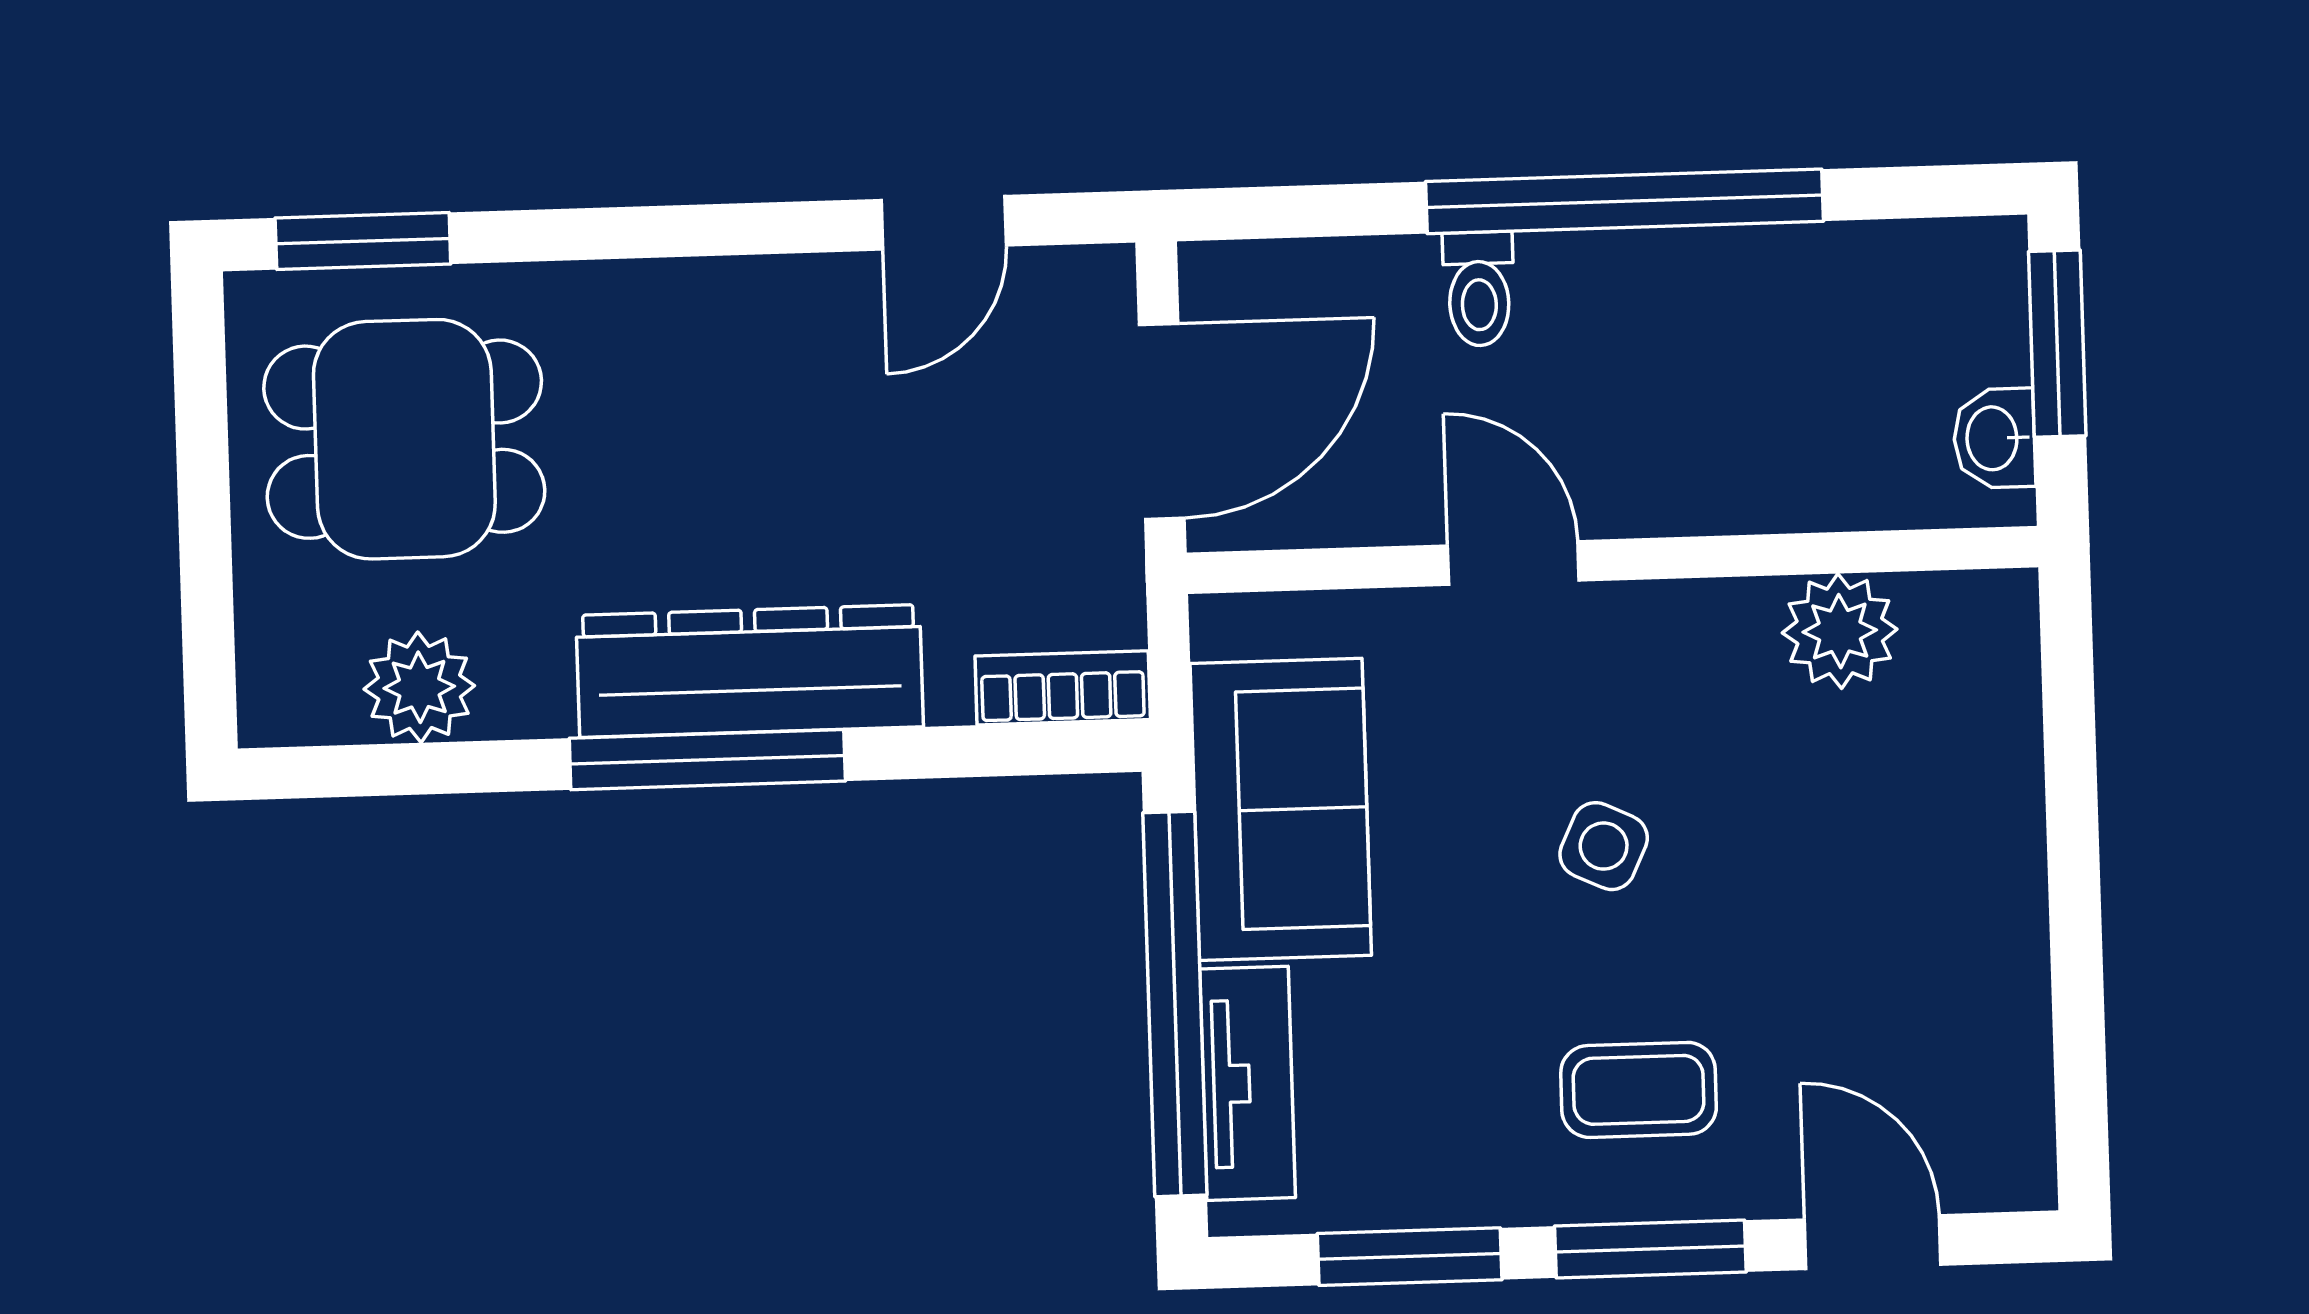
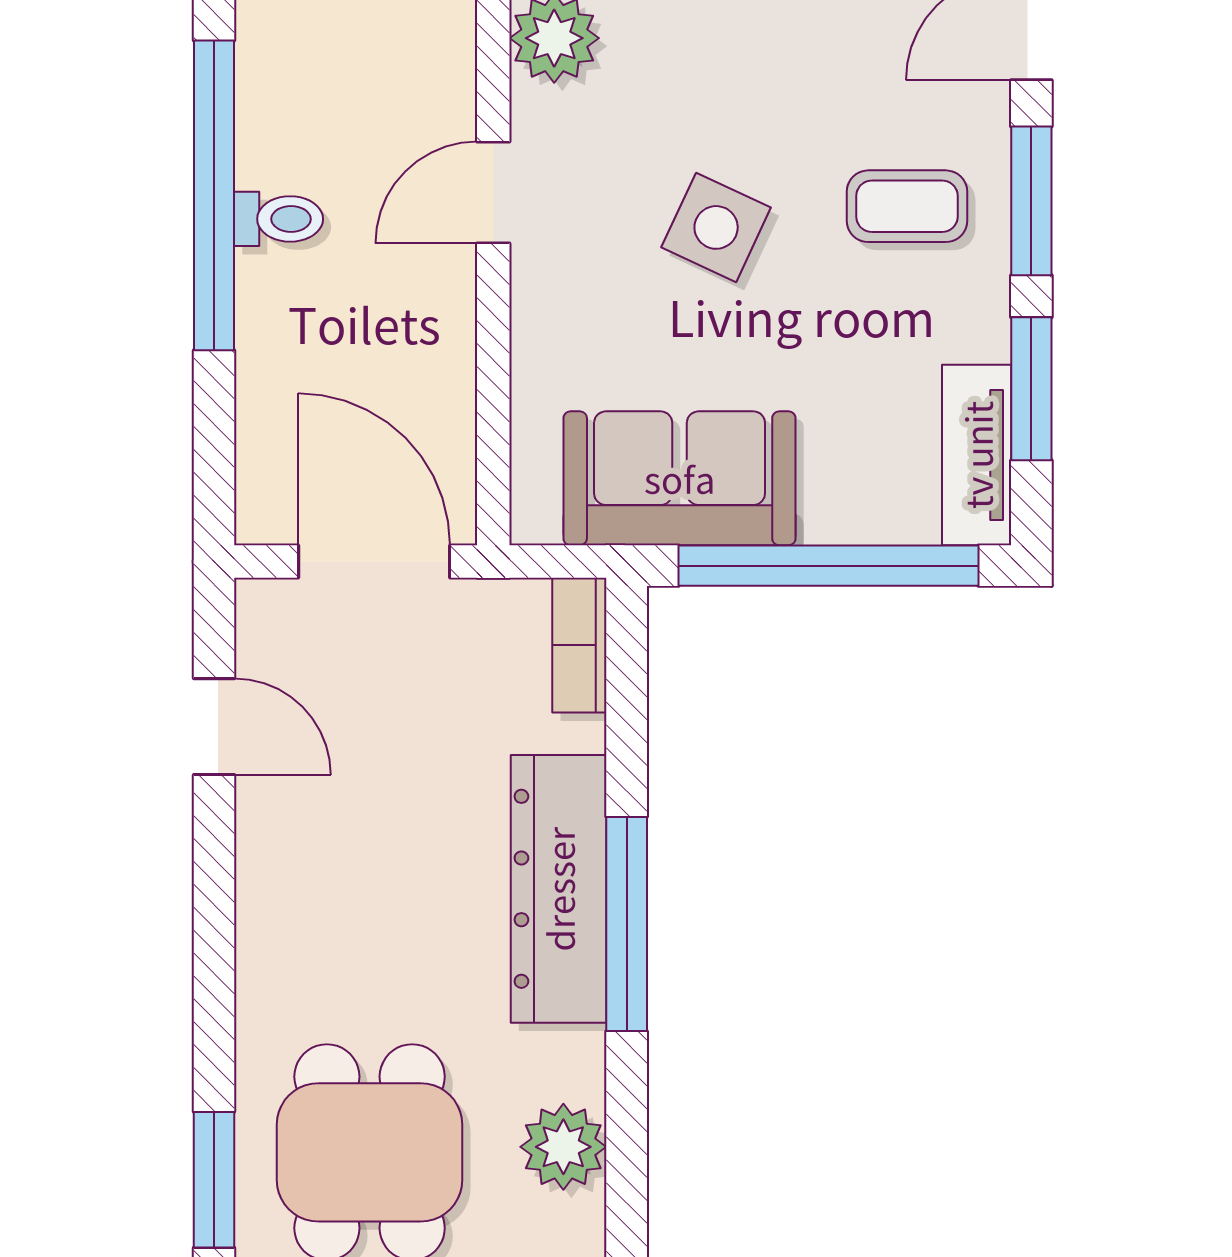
toilet: (1479, 289) -> (279, 219), moved
door: (1513, 563) -> (493, 193), moved
side table: (1604, 846) -> (716, 227), width x1.37, depth x1.37
tv unit: (1248, 1083) -> (977, 455), moved, turned -90
coffee table: (1639, 1090) -> (907, 206), turned 90

